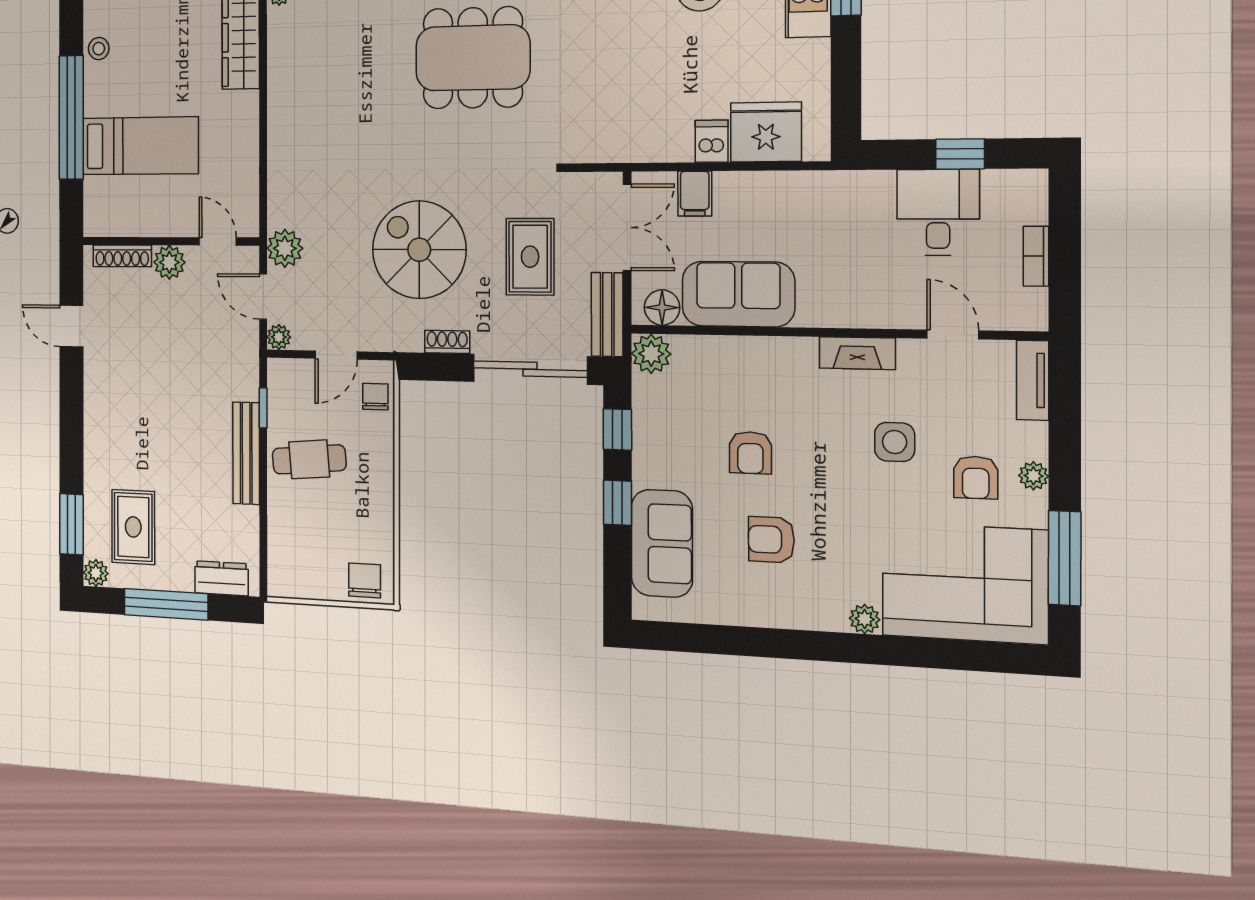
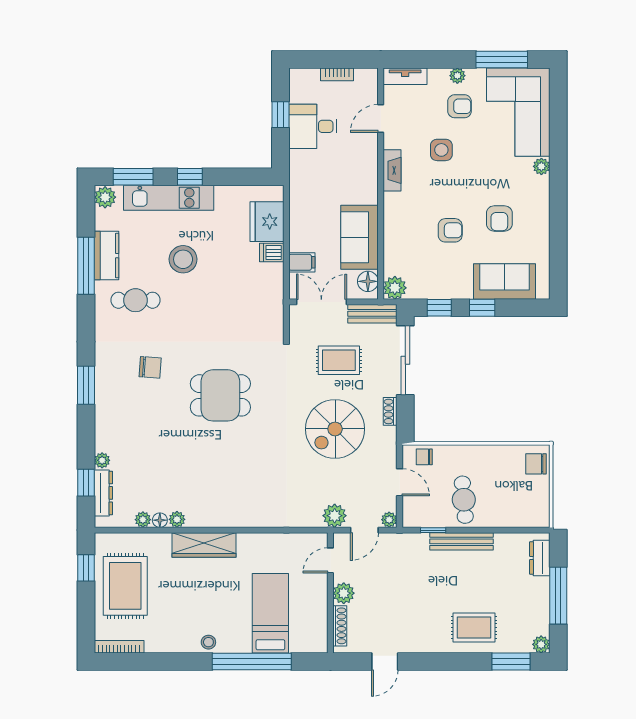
dining table: (473, 58) -> (220, 395), width x0.73
rug: (133, 527) -> (474, 628), moved

